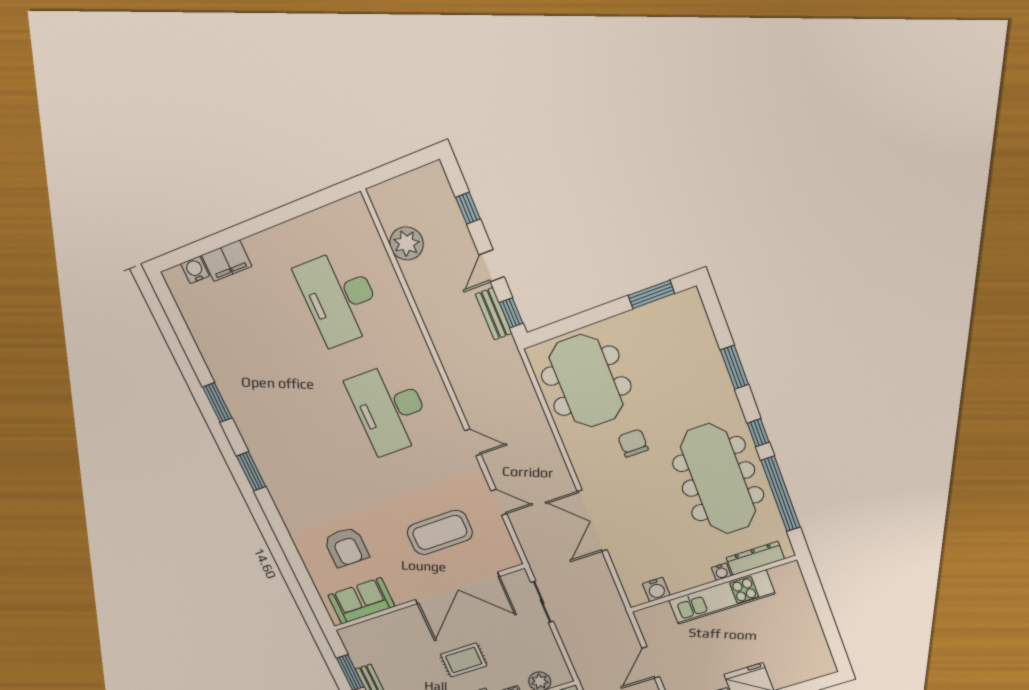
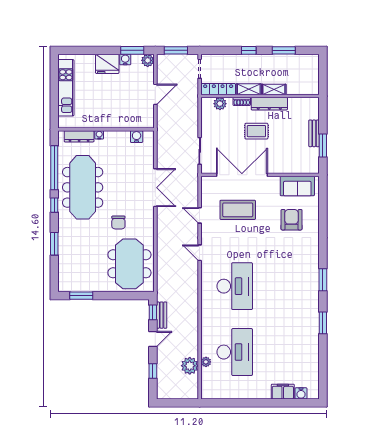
plant: (381, 261) -> (206, 362), added
kitchen unit: (722, 597) -> (66, 88), moved, turned 90

